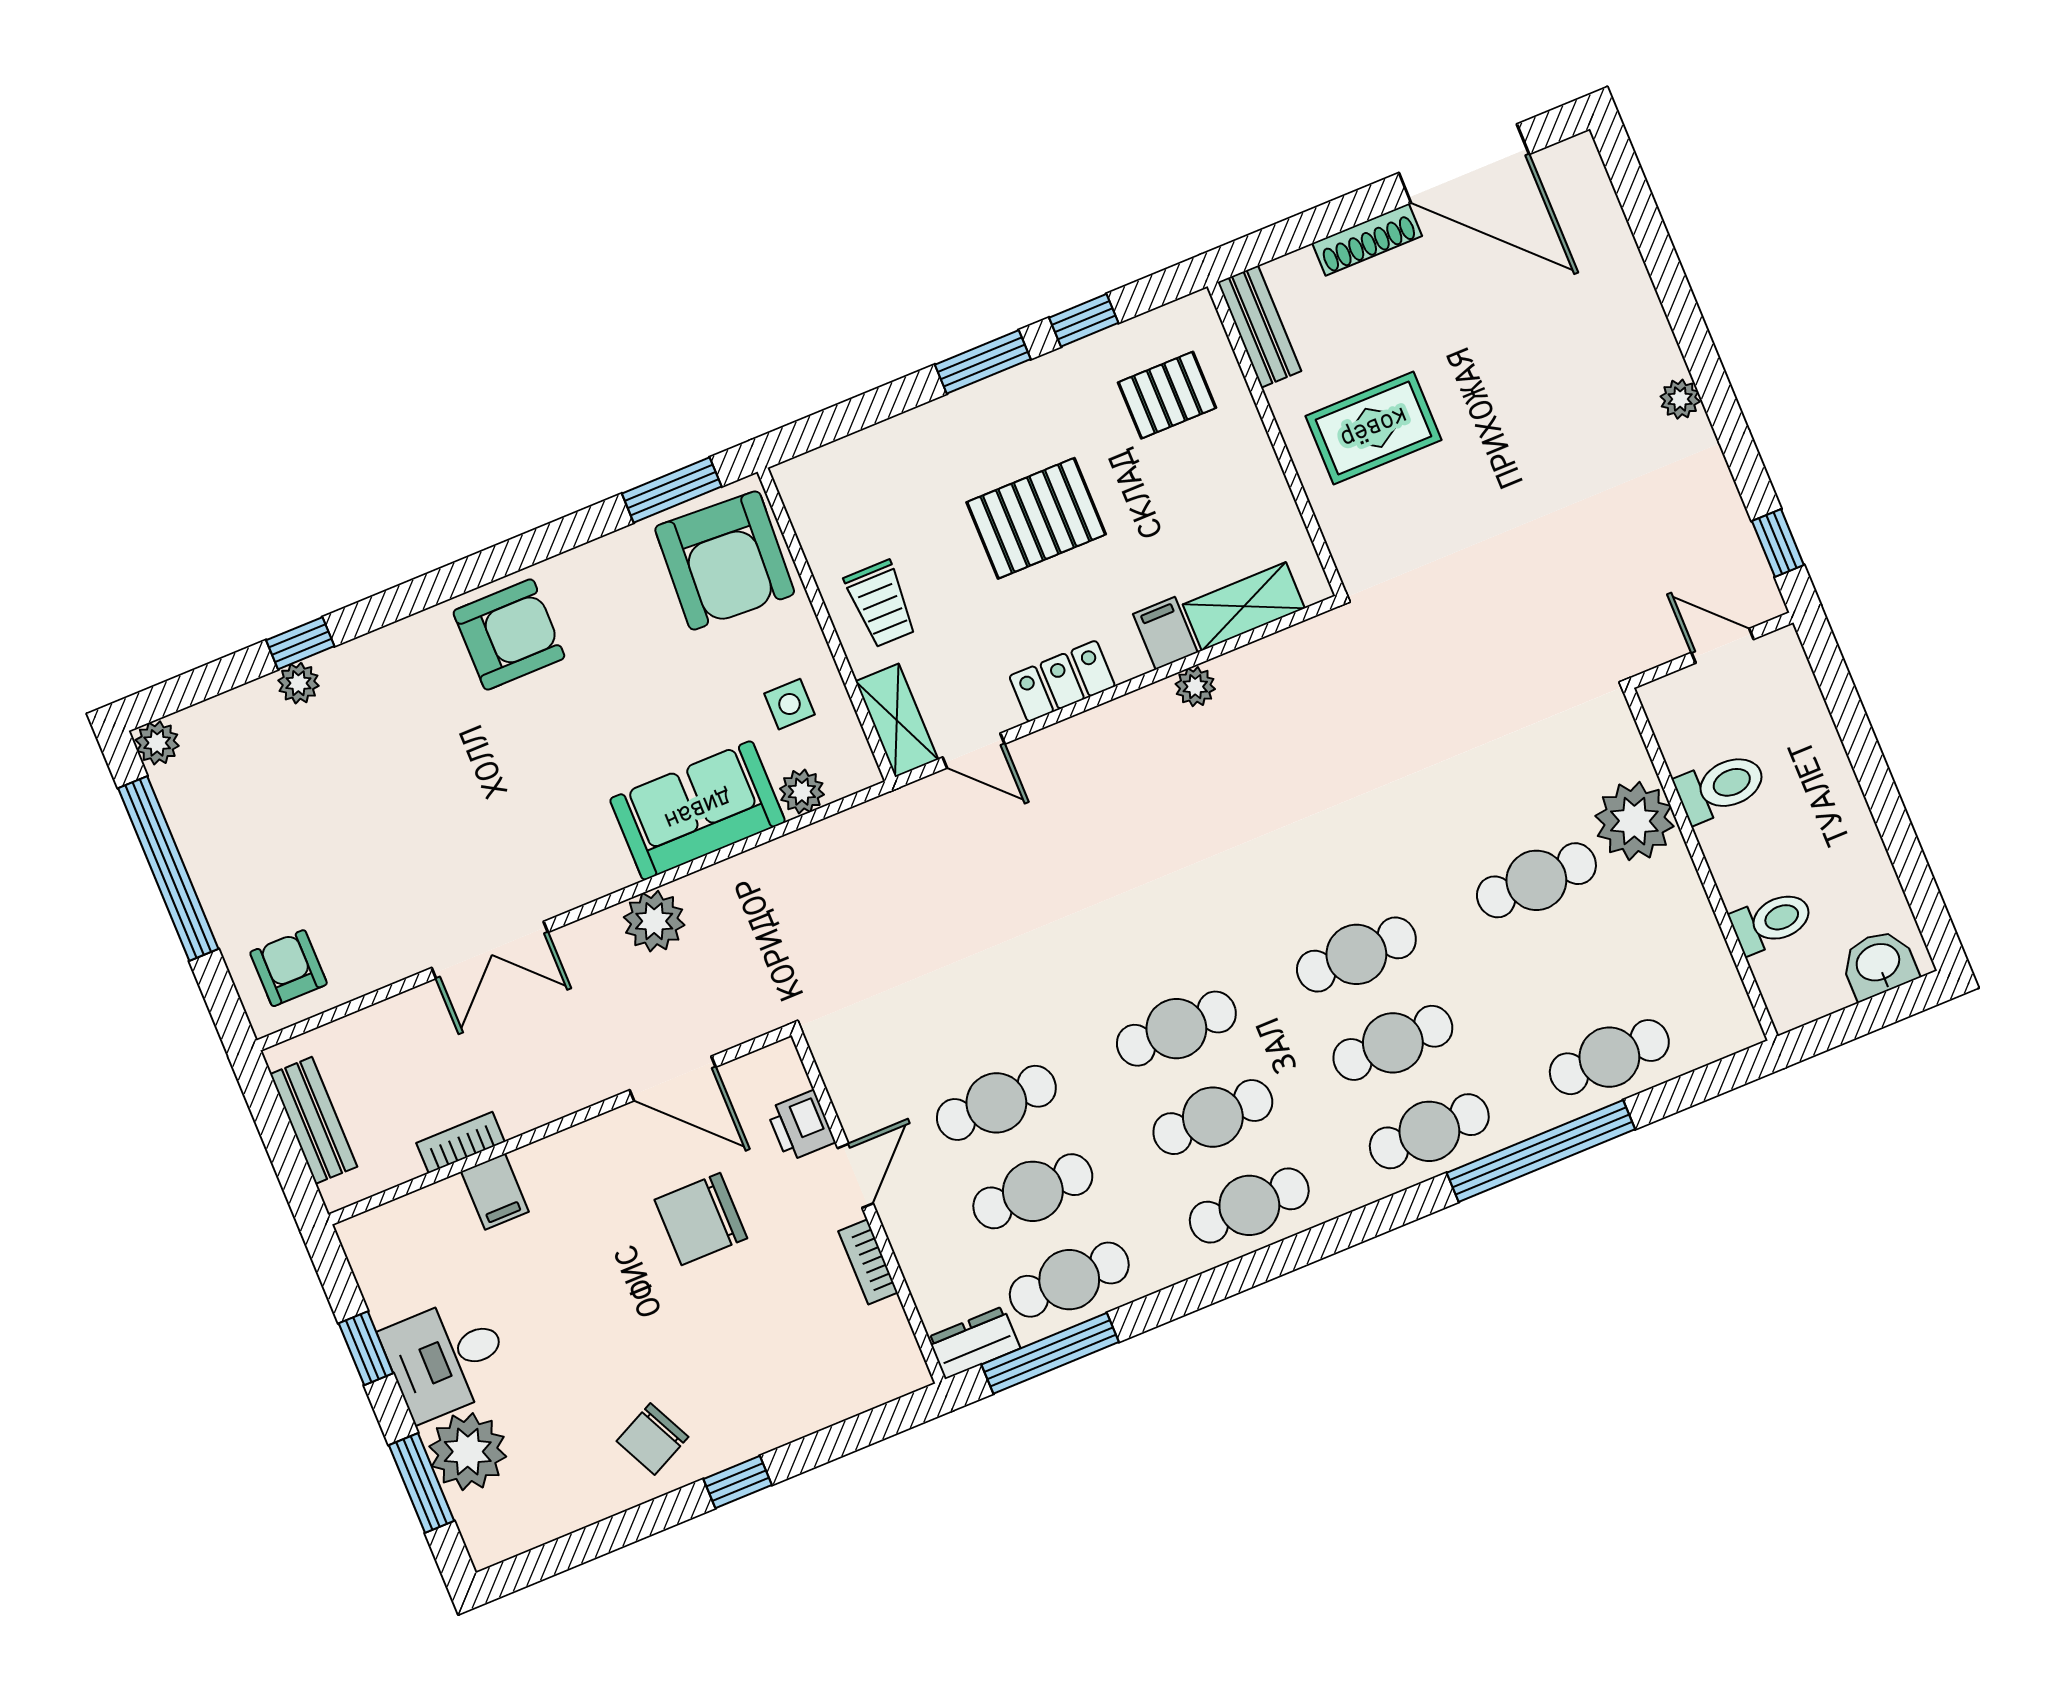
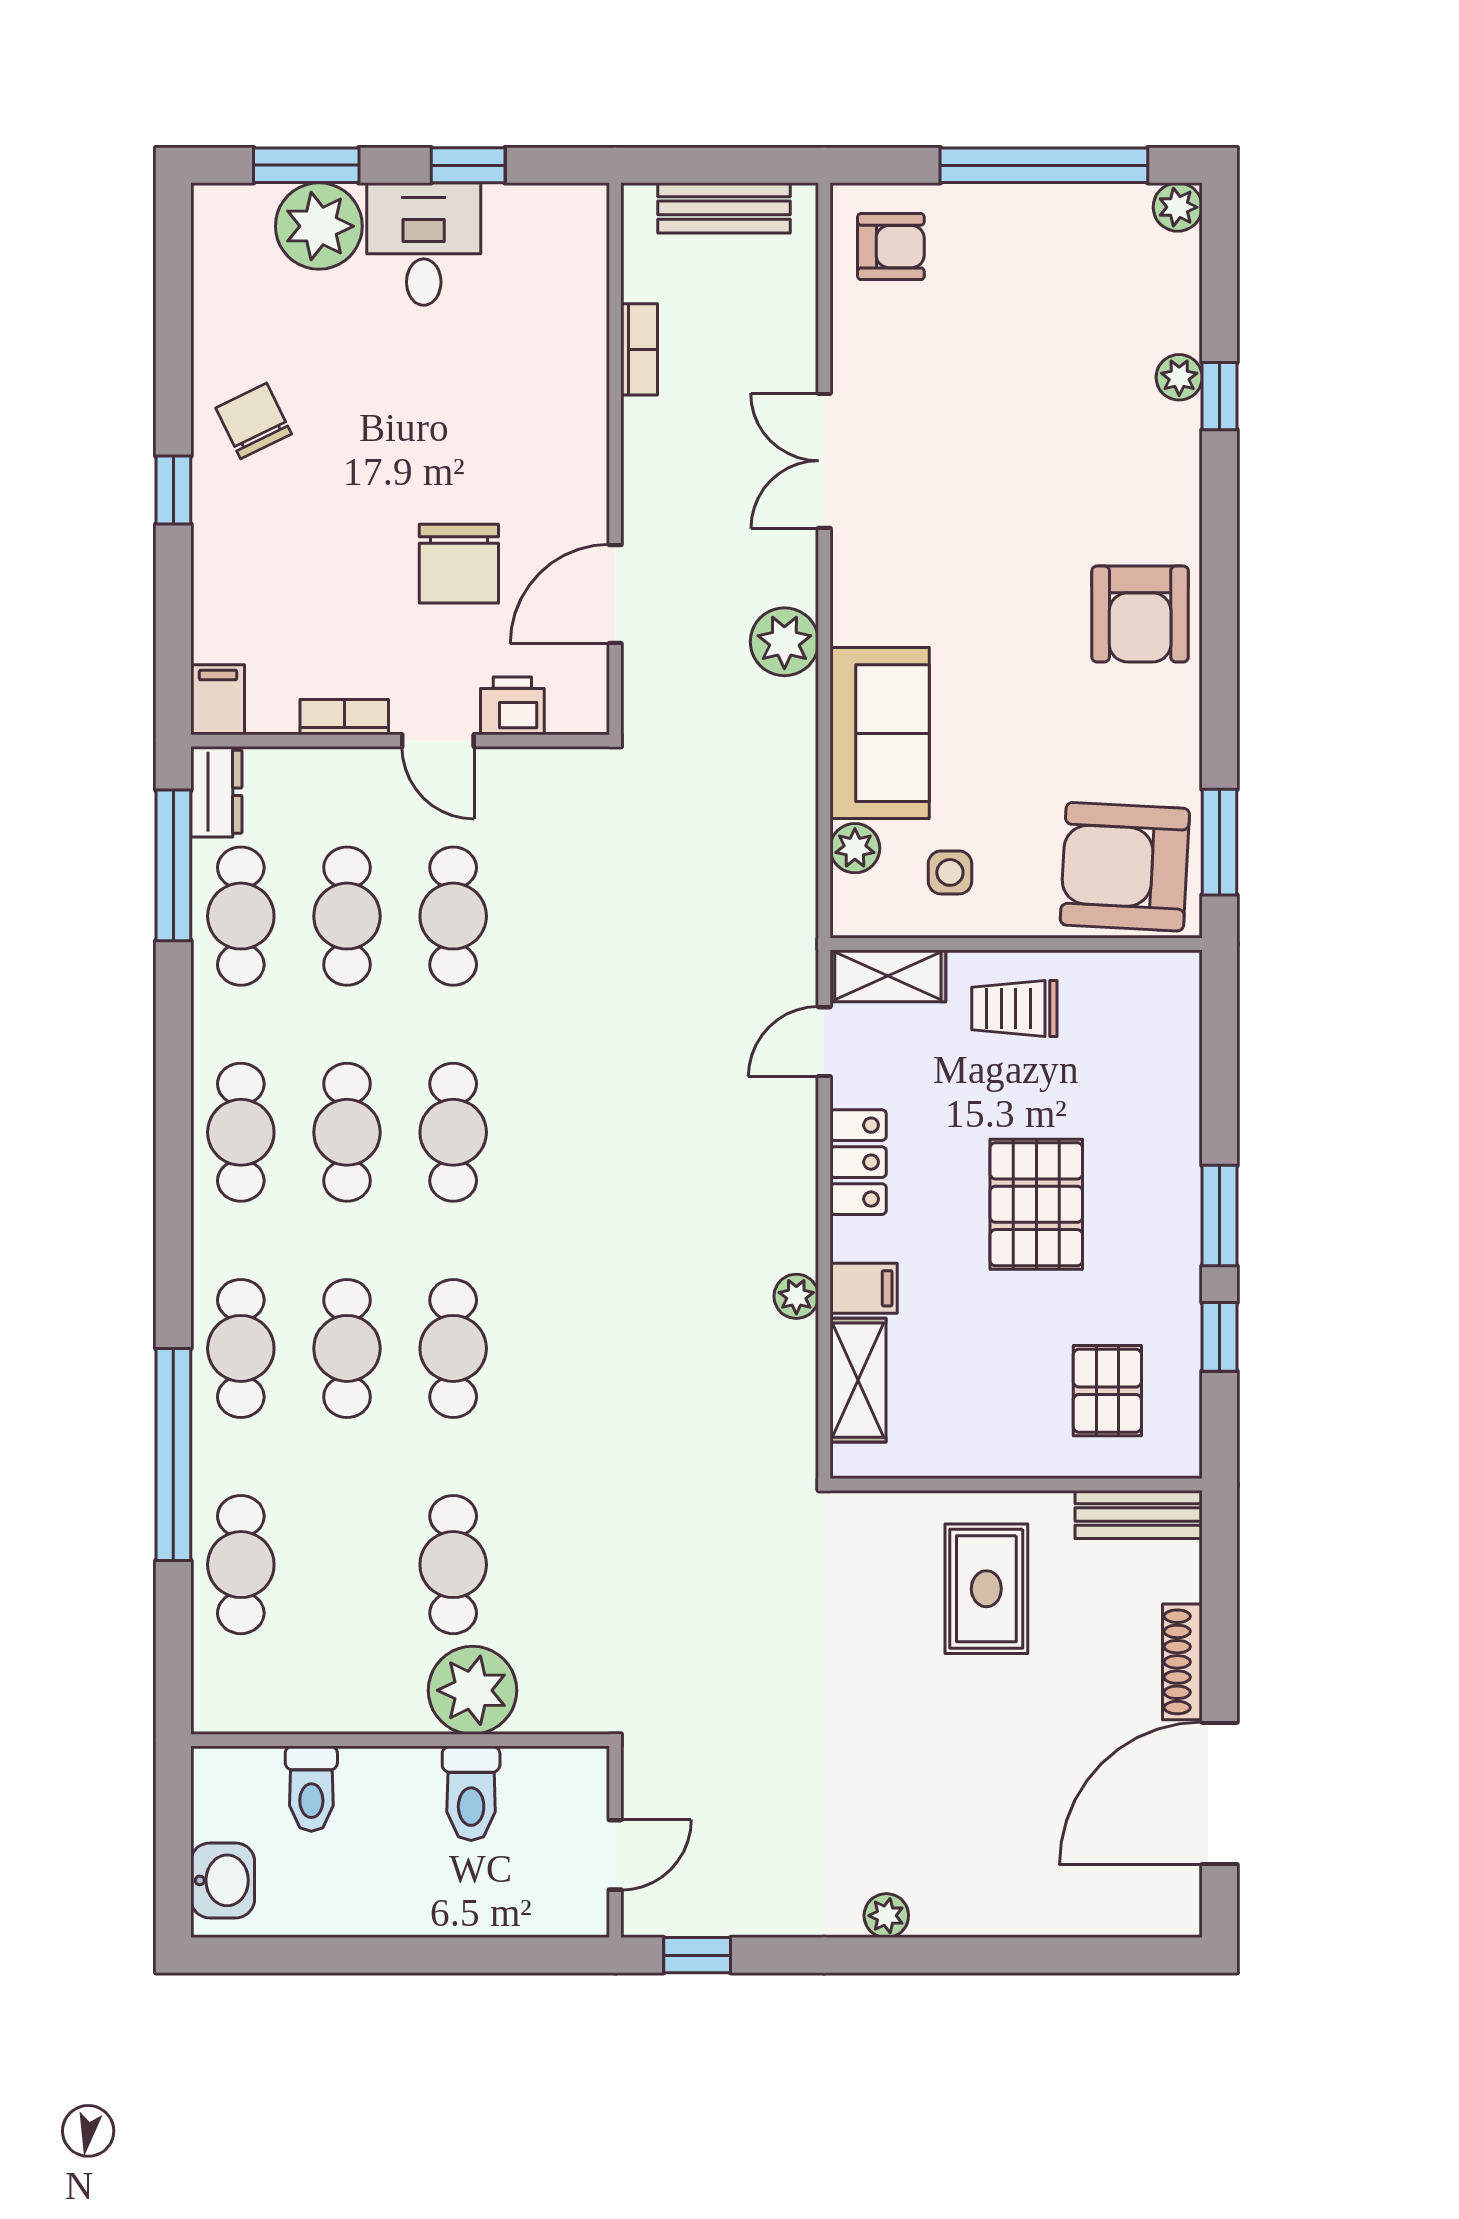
filing cabinet: (495, 1192) -> (218, 700), moved, turned 90
chair: (701, 1219) -> (459, 564), turned 180

